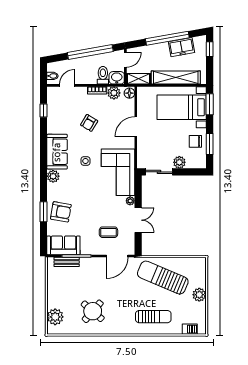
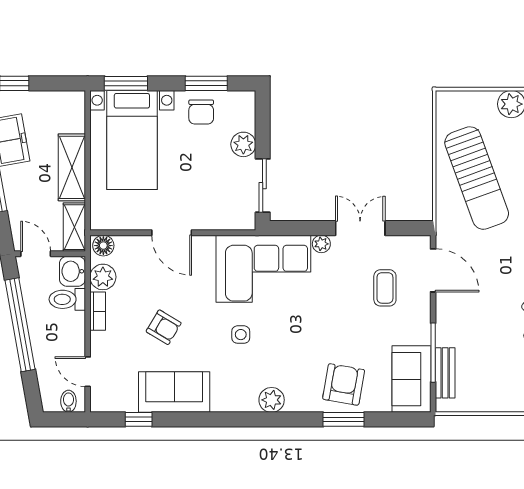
shelving: (176, 78) -> (72, 167), width x0.68
sofa: (57, 152) -> (174, 392), moved
sun lounger: (163, 278) -> (477, 178), turned -43

